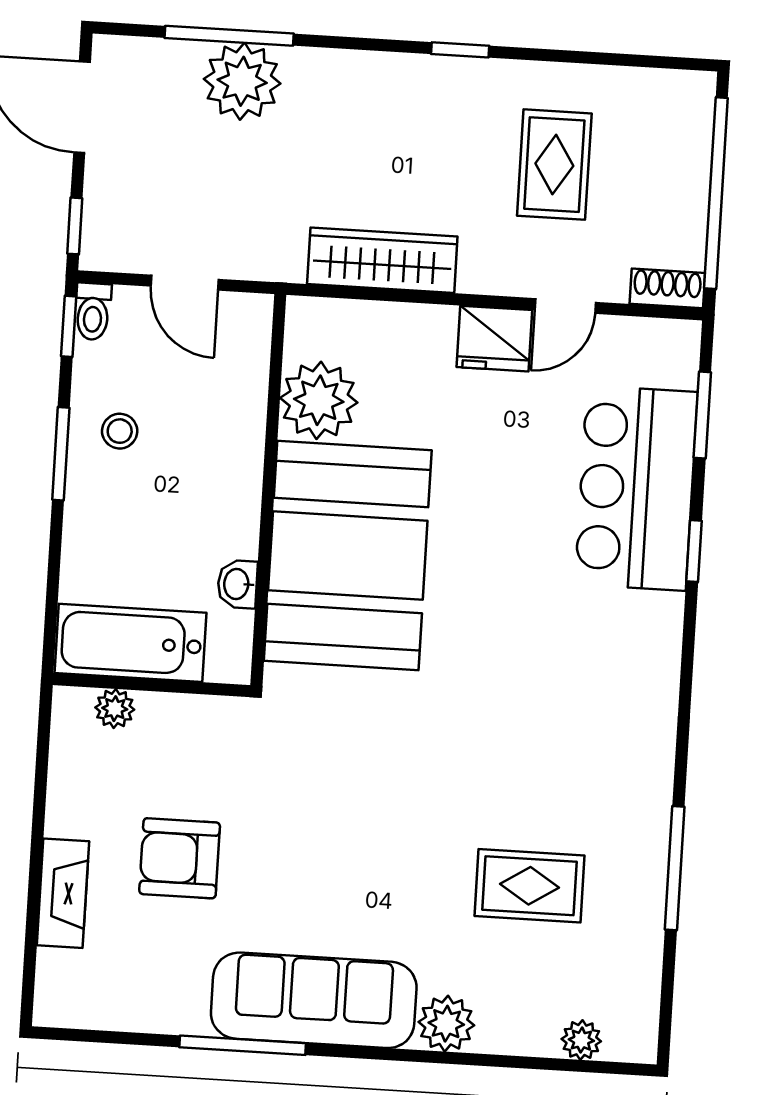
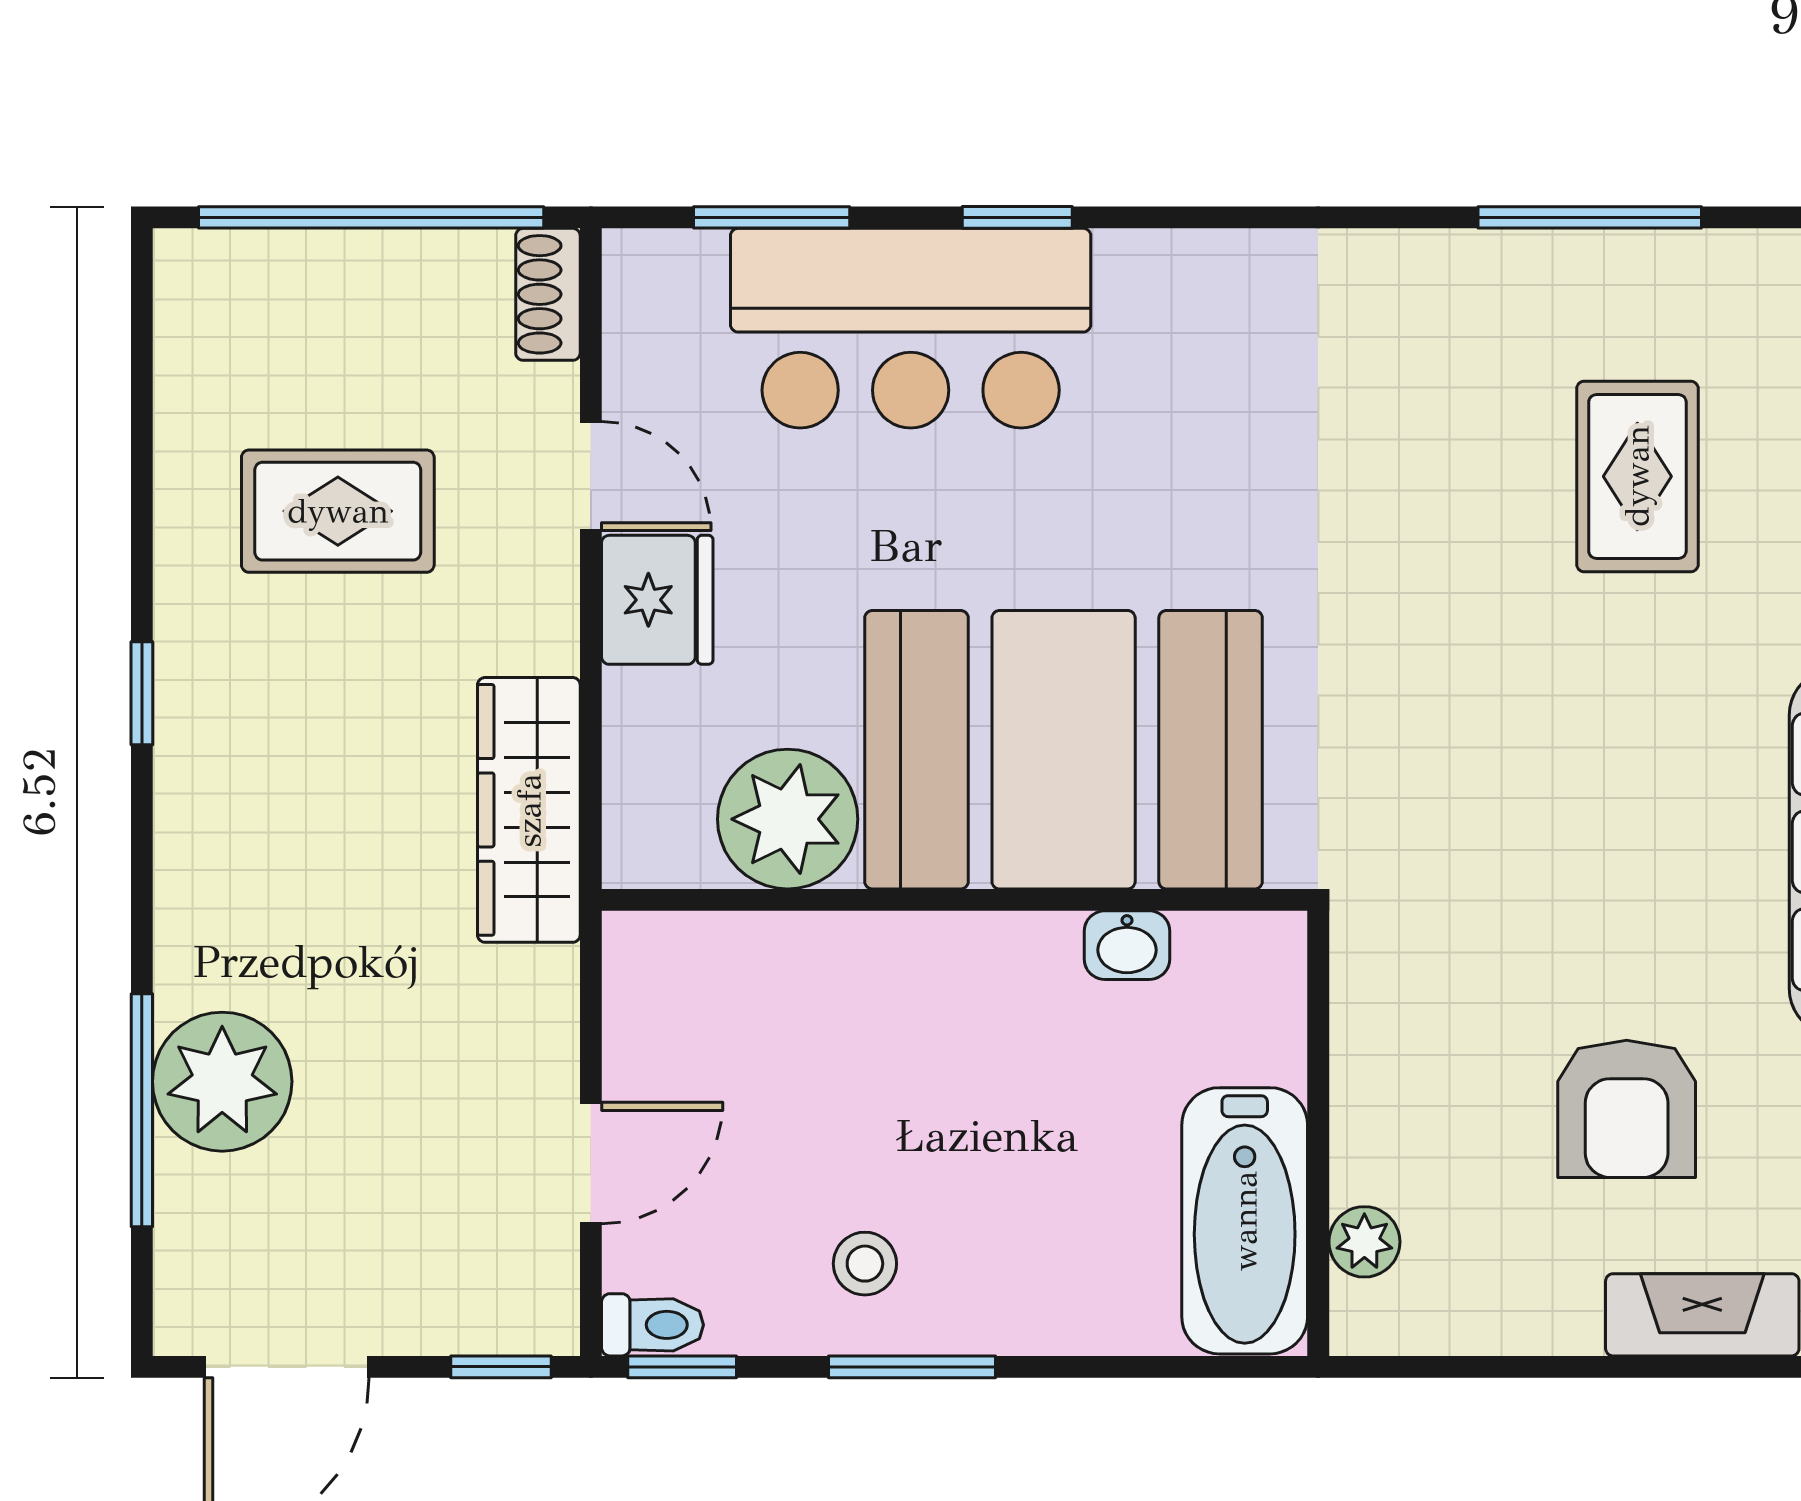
plant: (319, 400) -> (788, 819), moved
wall: (268, 490) -> (955, 900), moved
booth: (348, 556) -> (1064, 750), moved
washbasin: (237, 584) -> (1127, 945), moved

